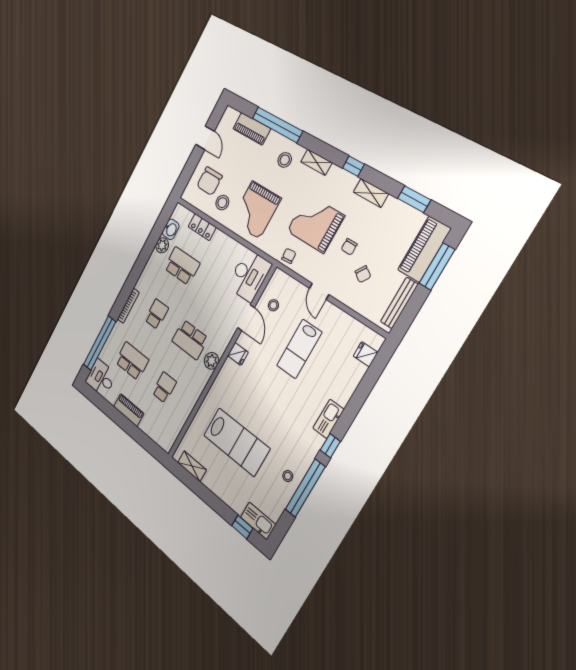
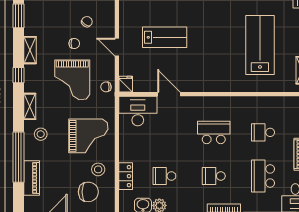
school desk: (182, 266) -> (164, 176), width x0.54
door: (319, 291) -> (117, 47), swing flipped
stool: (273, 305) -> (147, 77), removed
door: (246, 318) -> (169, 94), hinge flipped
school desk: (190, 340) -> (214, 132), turned -90
fridge: (238, 354) -> (126, 84), moved
plant: (212, 361) -> (217, 103), removed

